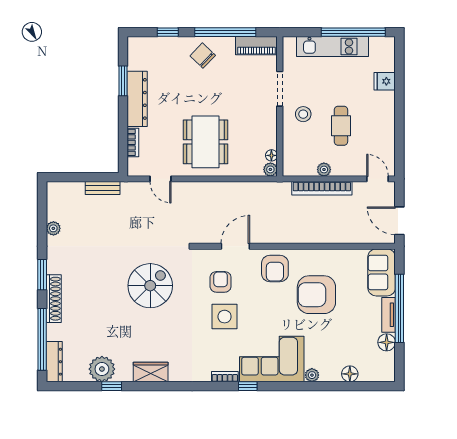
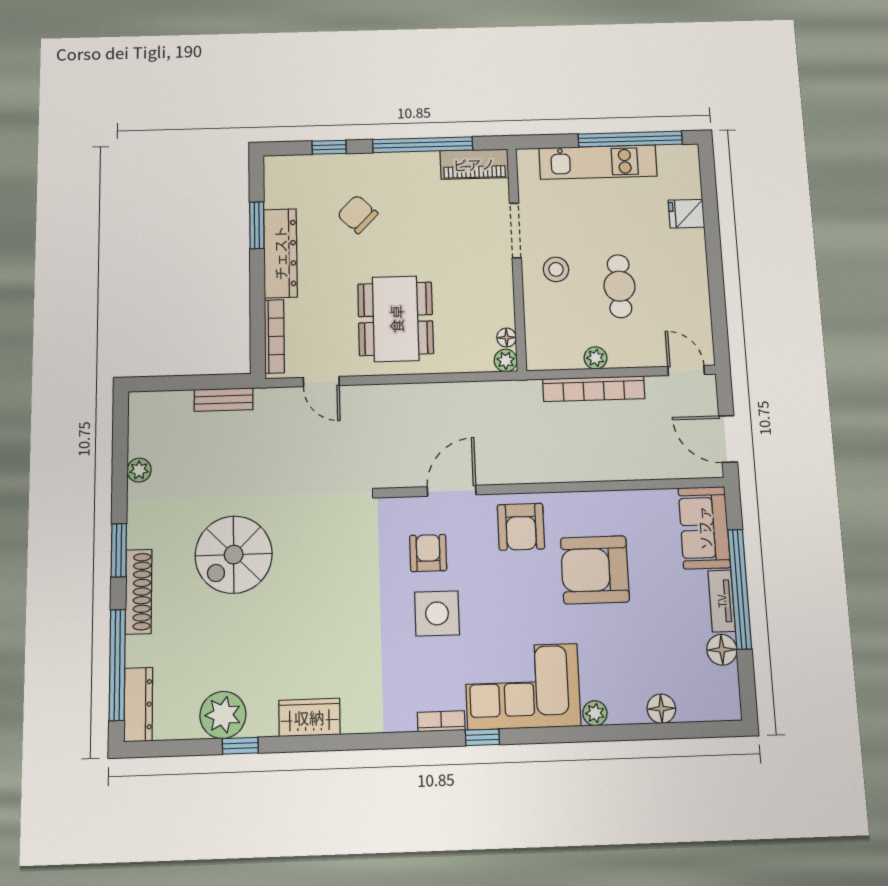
chair: (203, 56) -> (357, 214), moved
bookcase: (133, 142) -> (274, 336), width x1.56
spiral stairs: (150, 286) -> (234, 555), moved, turned 180

